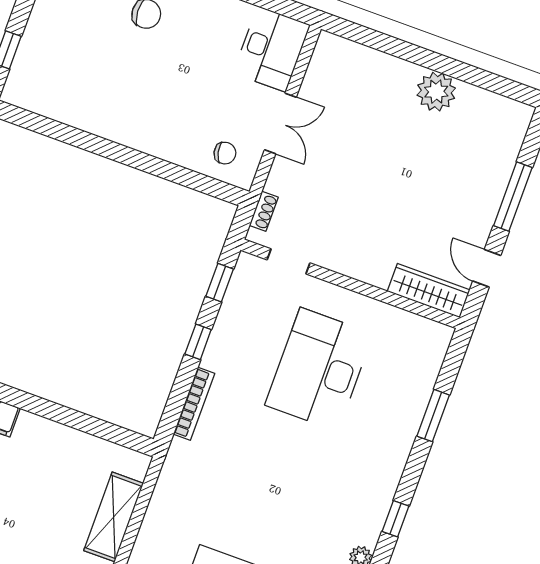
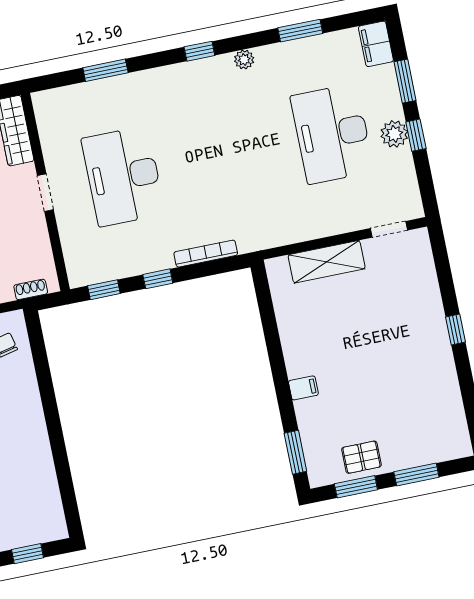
doorway: (289, 261) -> (45, 193), moved
desk: (319, 369) -> (123, 176), turned 90

